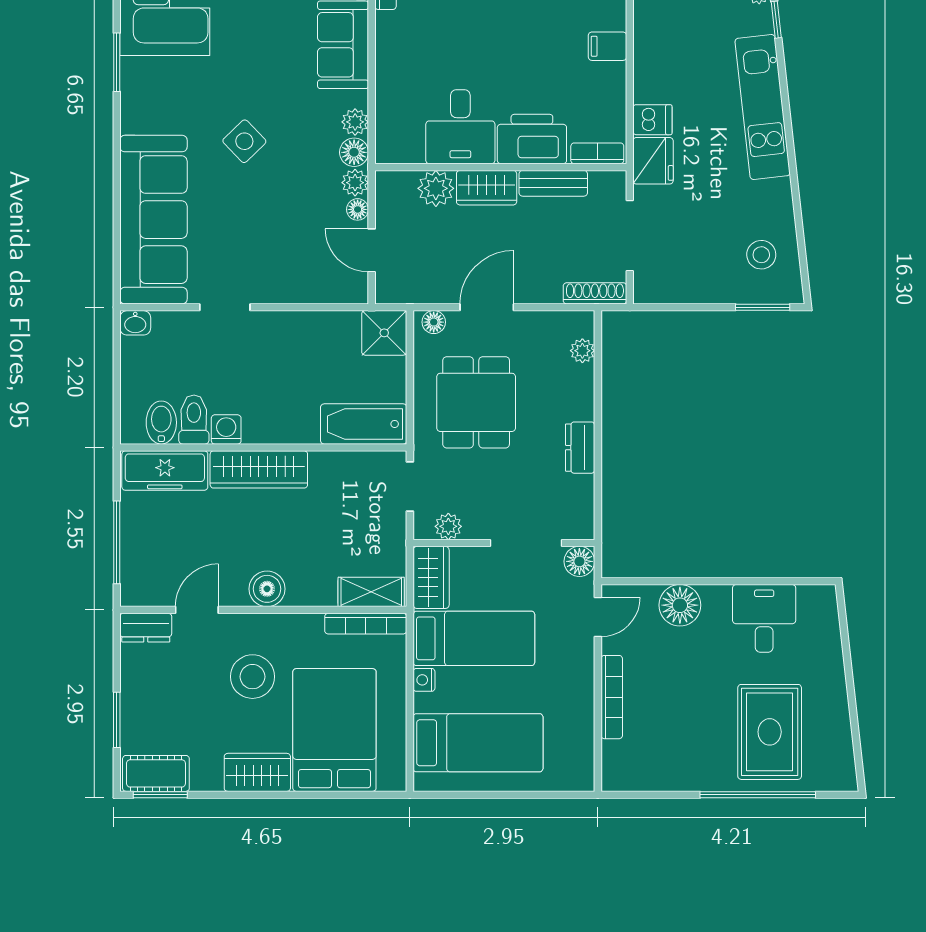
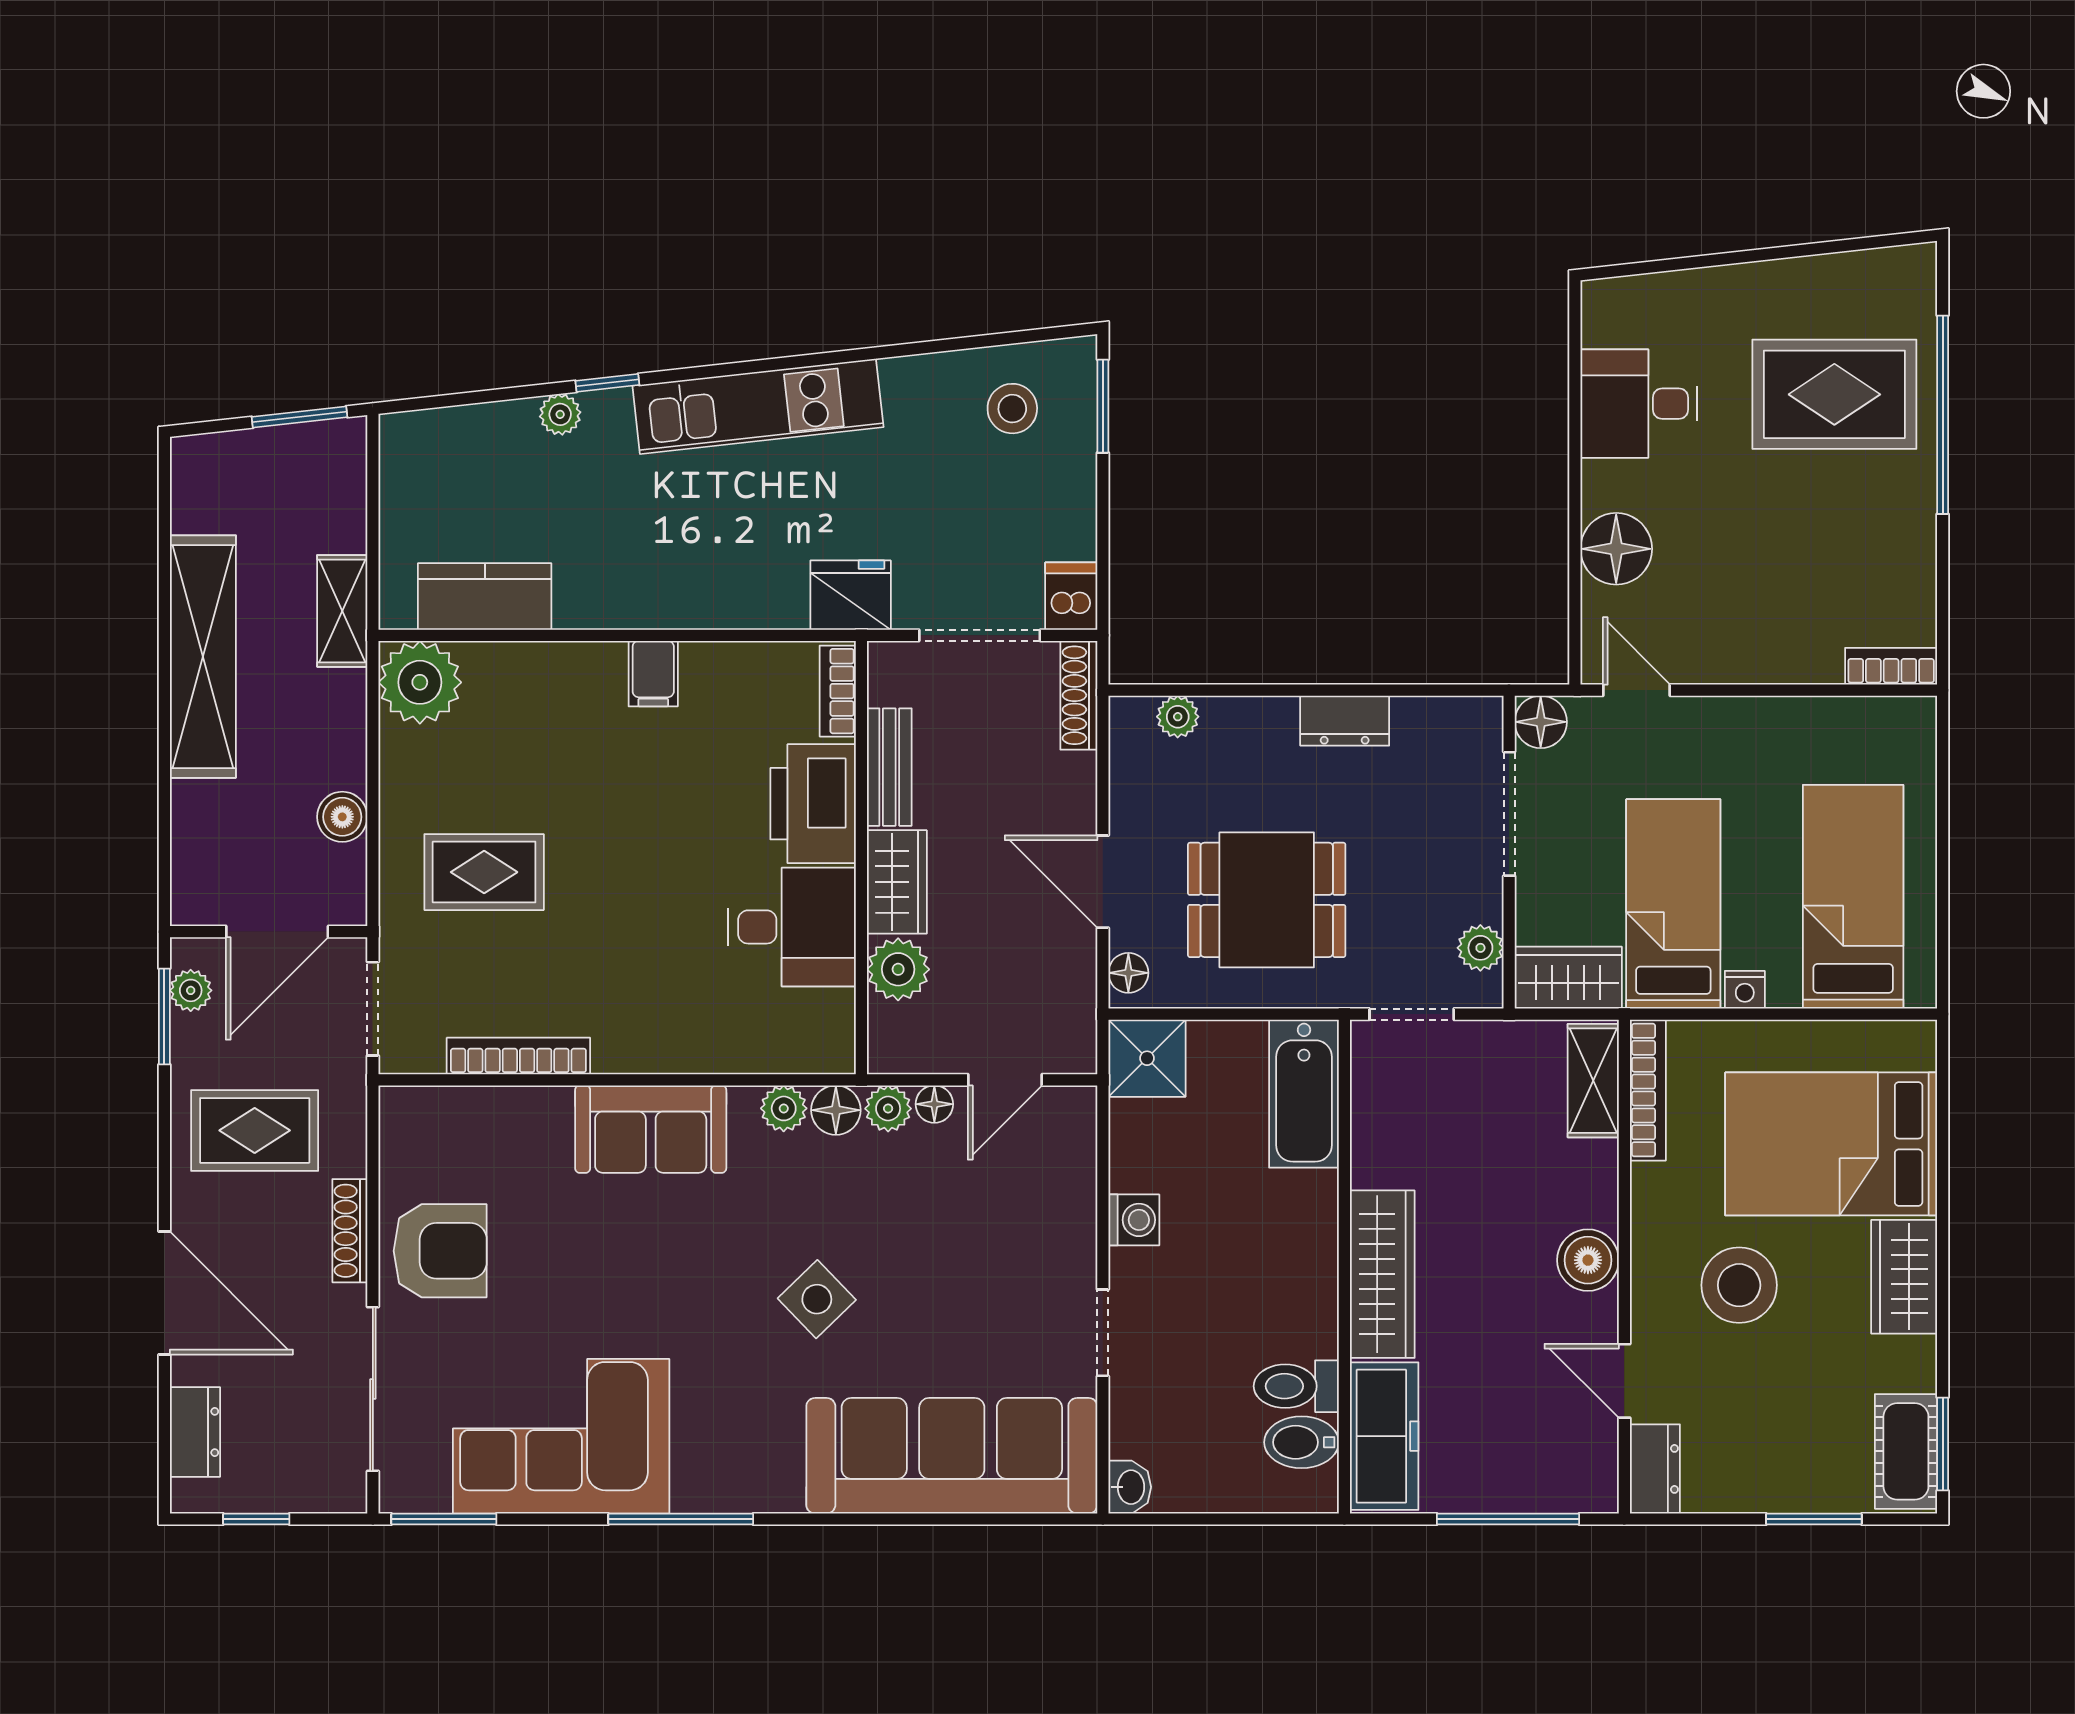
window: (117, 62) -> (681, 1519), width x1.44
dishwasher: (652, 120) -> (1071, 596), moved
washing machine: (226, 429) -> (1134, 1220), moved, turned 180
bookcase: (612, 697) -> (1891, 666), moved, width x0.64

